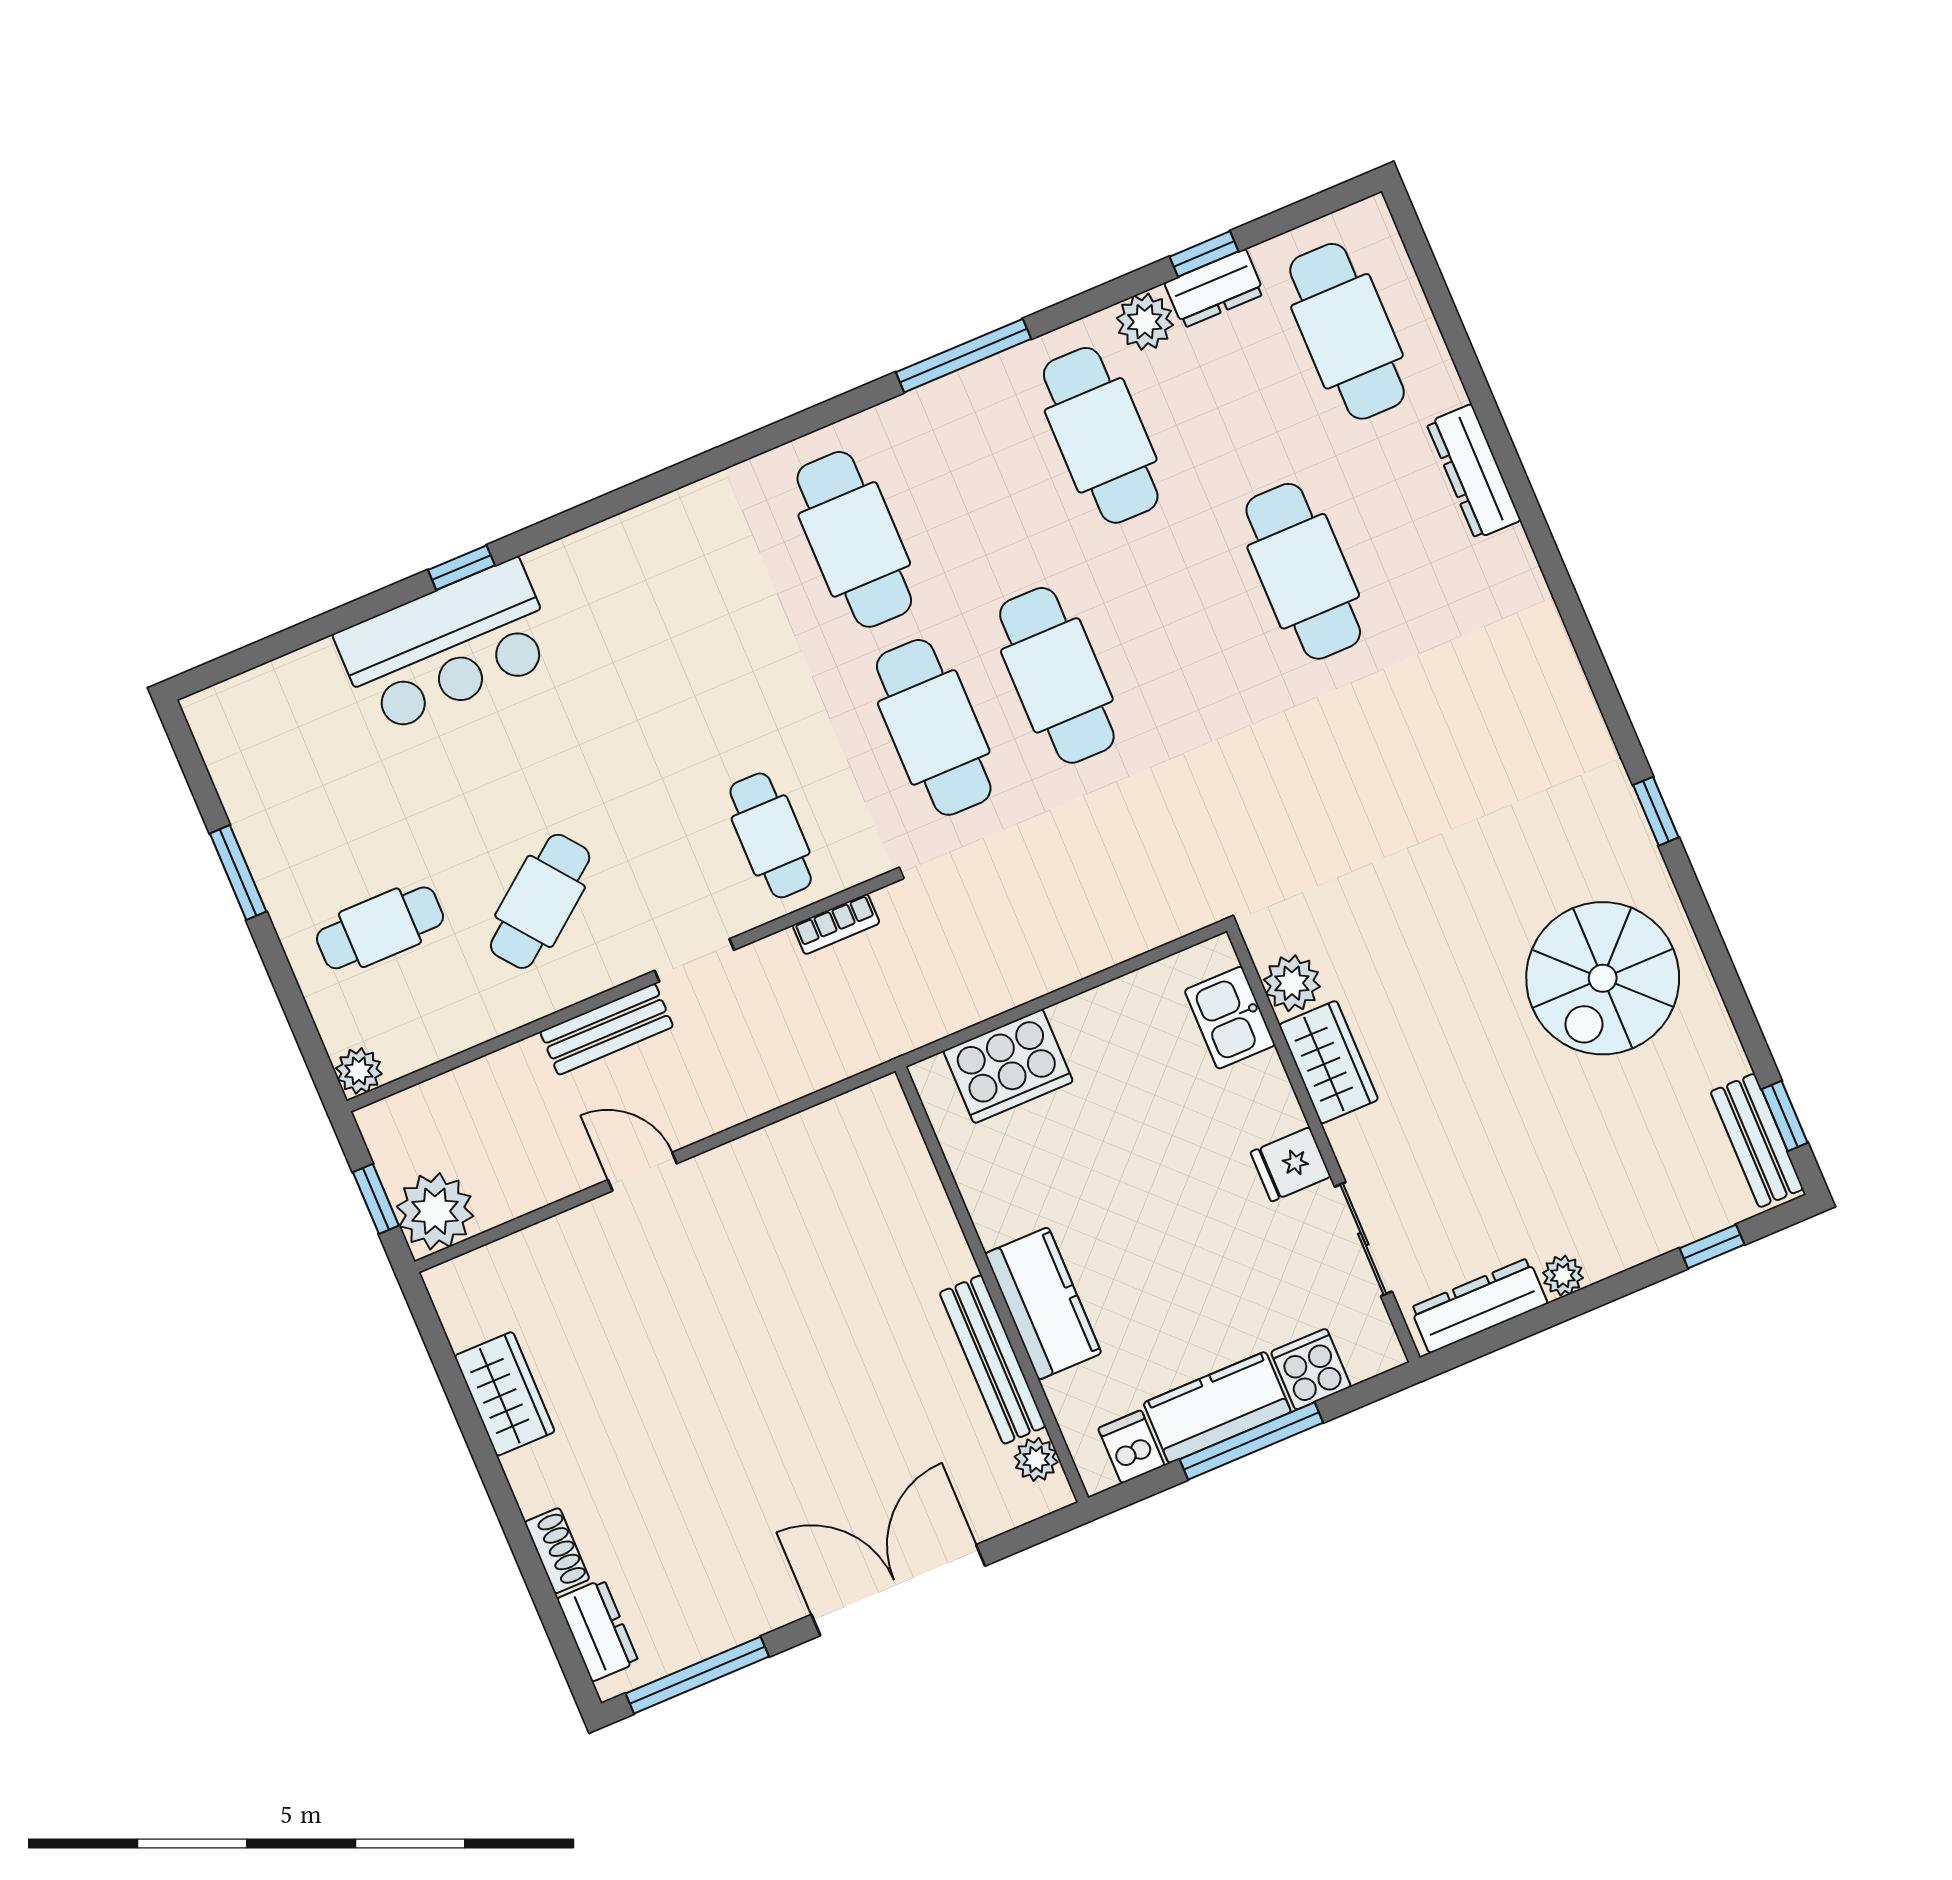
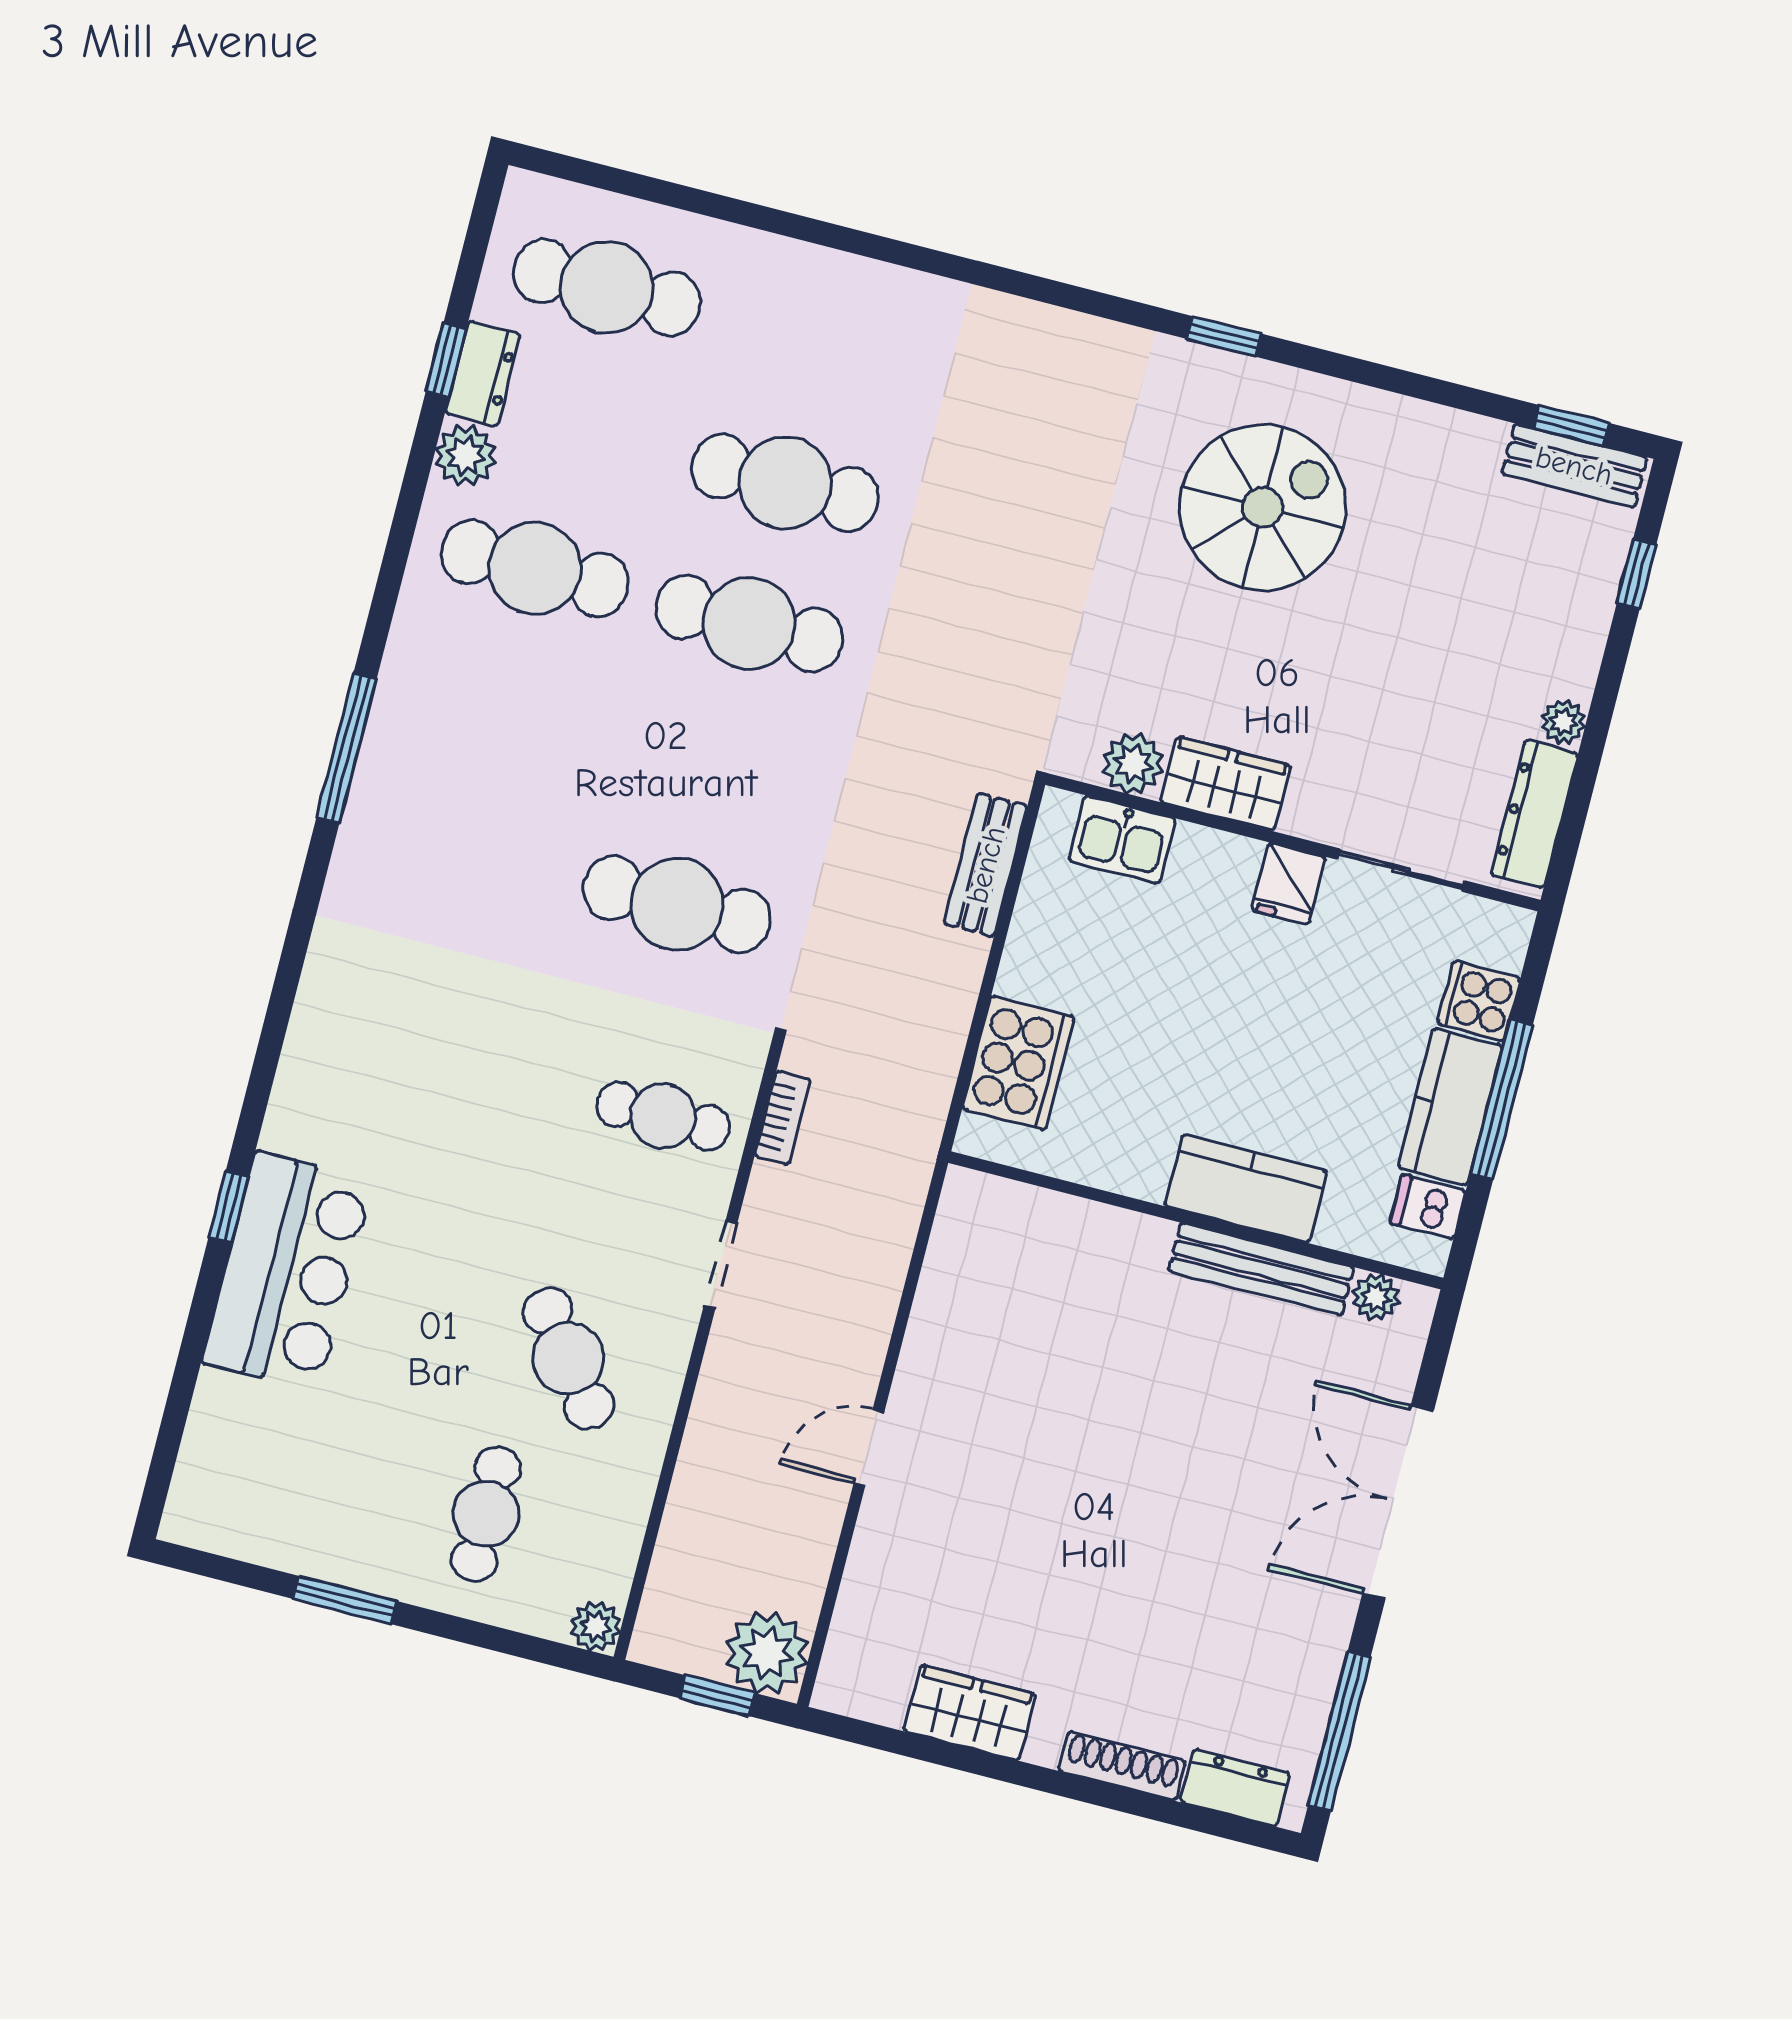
window: (963, 356) -> (347, 748), moved
dresser: (1474, 472) -> (811, 270), removed
cafe table: (854, 539) -> (463, 849), removed
cafe table: (1057, 675) -> (749, 623), moved
spiral stairs: (1603, 978) -> (1263, 507), moved, turned -90
bench: (607, 1029) -> (986, 865), moved
shoe rack: (557, 1551) -> (1122, 1766), width x1.43

